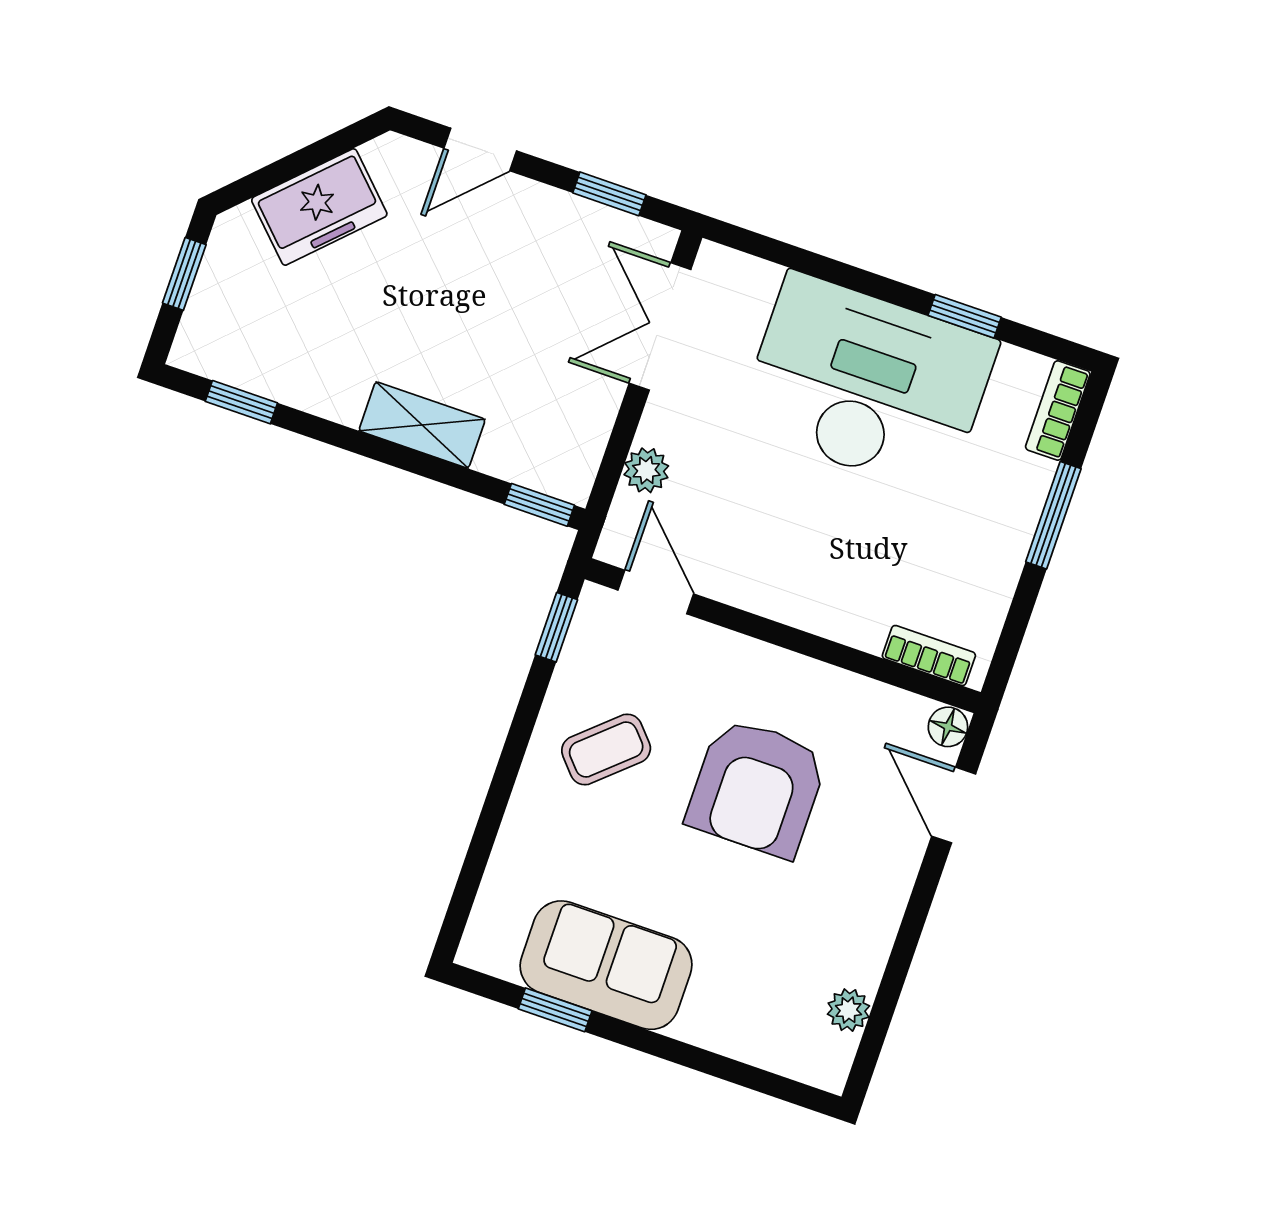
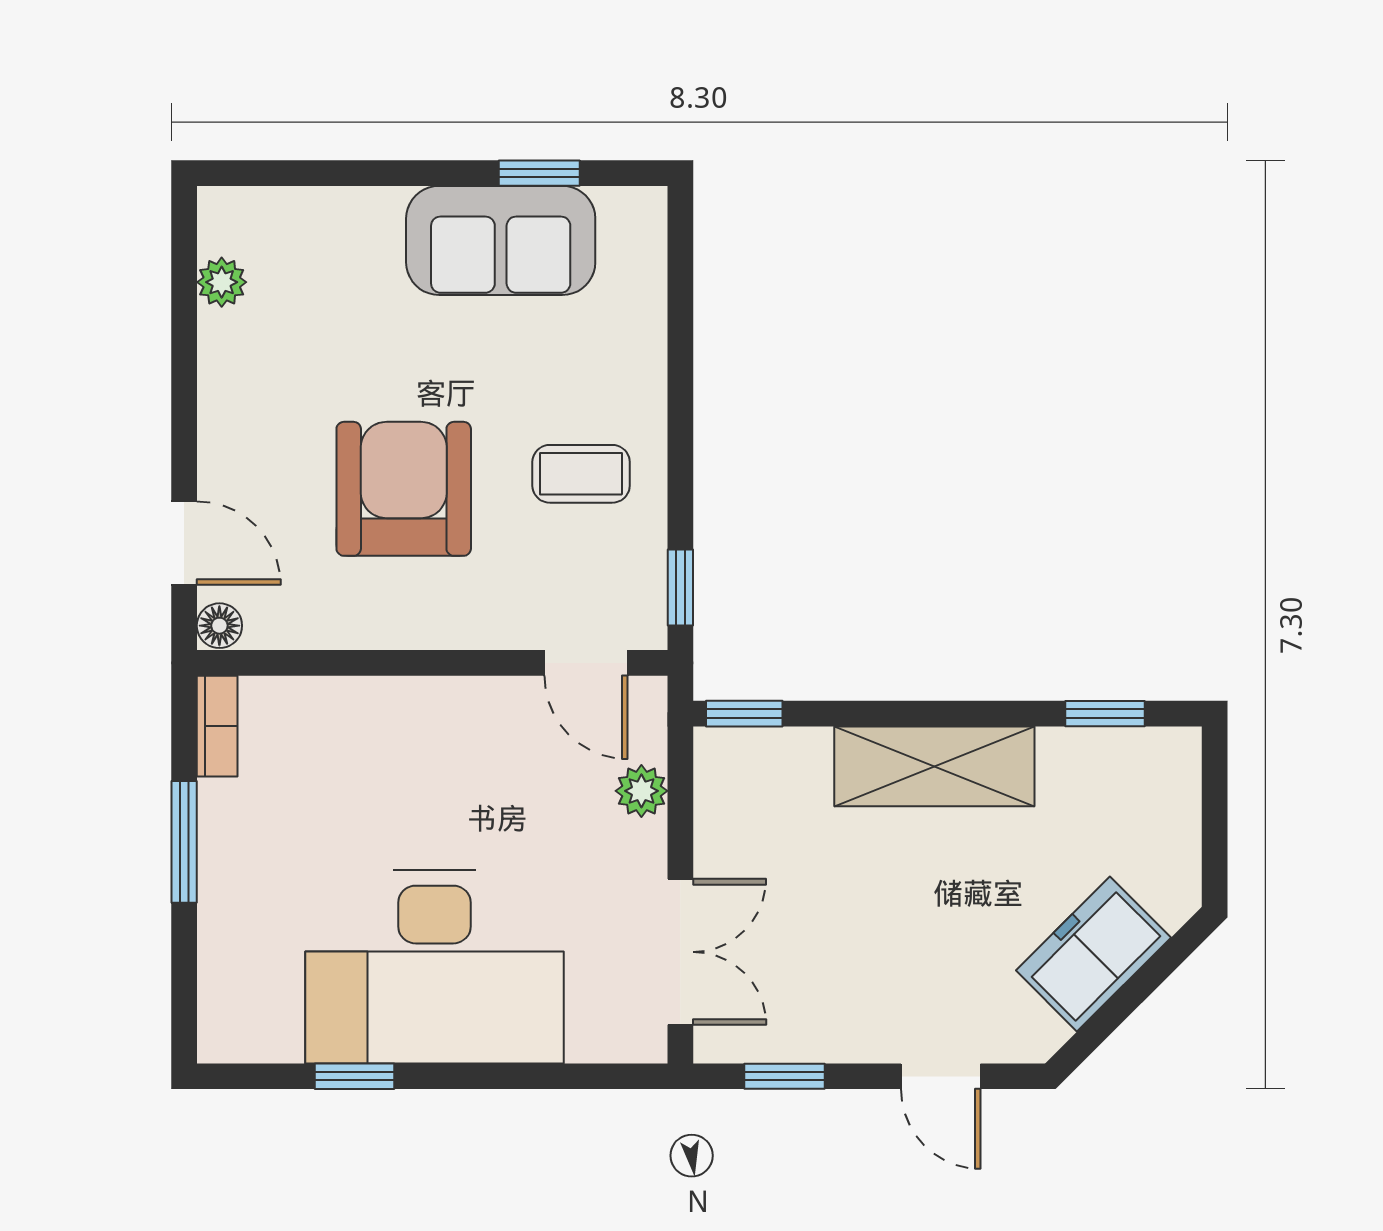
door: (480, 149) -> (941, 1076), swing flipped
window: (184, 274) -> (1215, 831), removed
bookcase: (1058, 411) -> (219, 1009), removed
shelving: (422, 425) -> (934, 766), width x1.50, depth x1.33
window: (1053, 515) -> (184, 842), moved
bookcase: (929, 656) -> (217, 726), moved, turned -90
coffee table: (606, 750) -> (581, 474), turned 42

